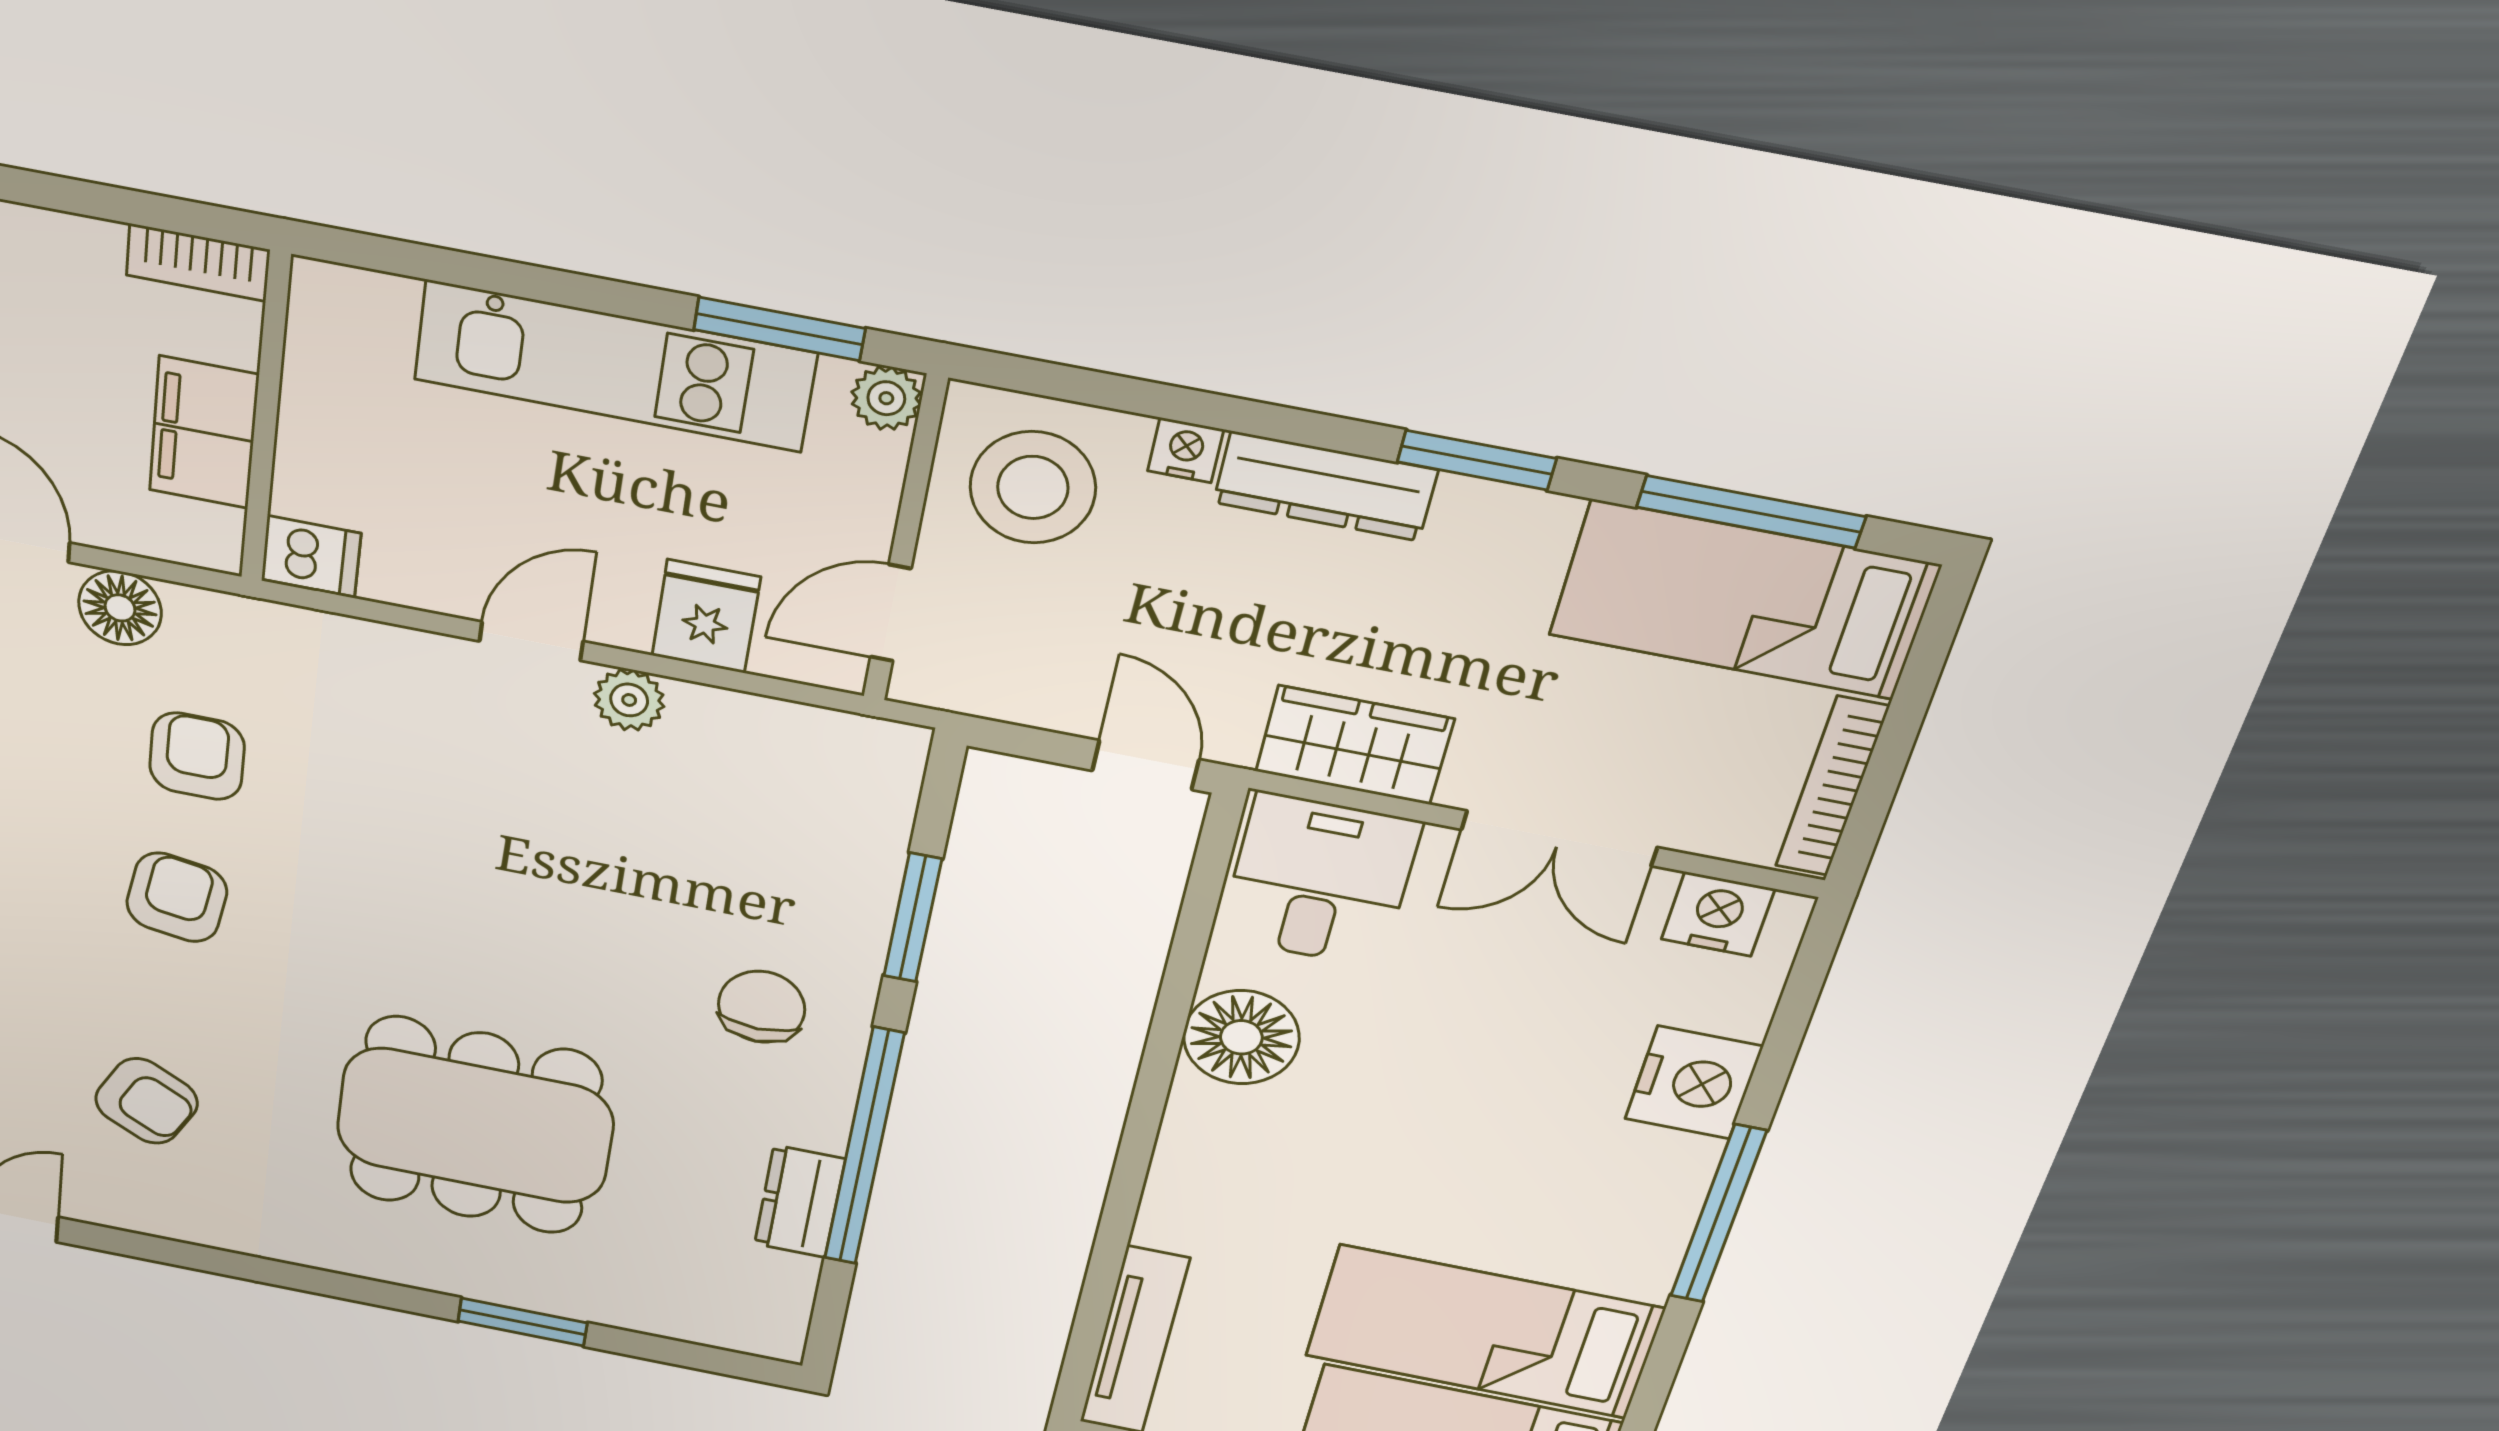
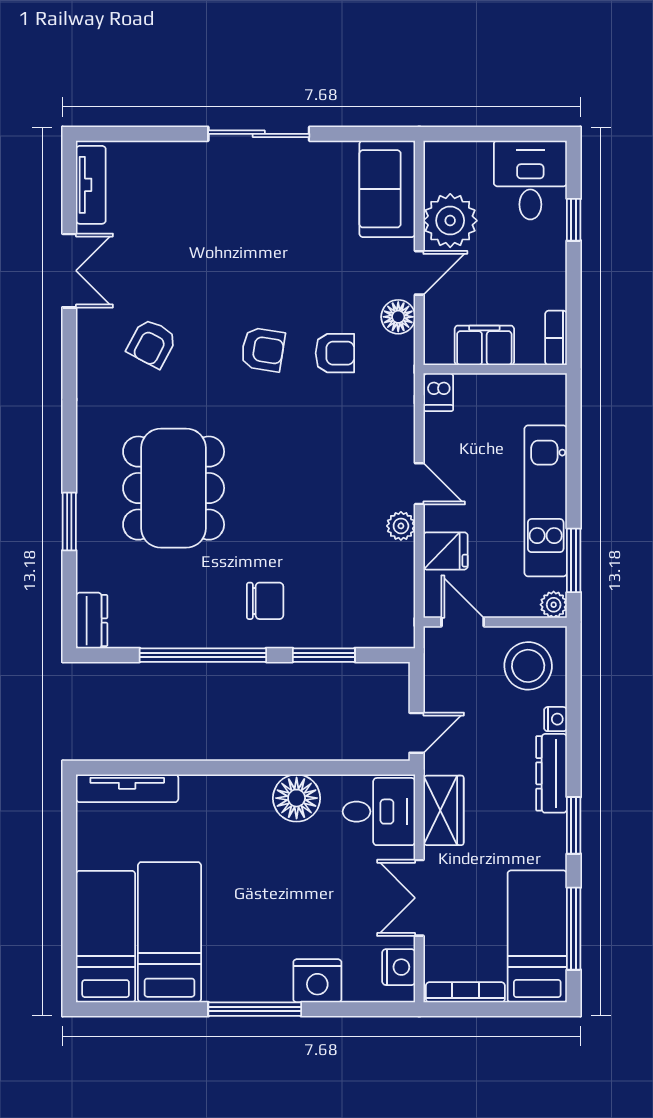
dresser: (800, 1202) -> (92, 621), moved, turned 90

